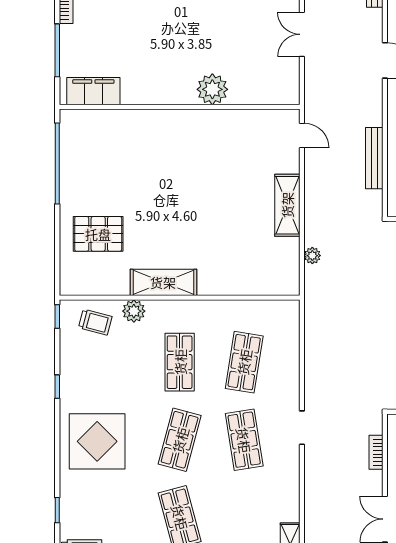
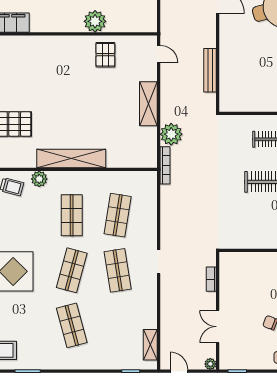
pallet: (227, 136) -> (105, 55), added
plant: (312, 256) -> (171, 134), width x1.87, depth x1.87
shelving: (163, 282) -> (71, 158), width x1.47
bookcase: (311, 292) -> (165, 165), added

